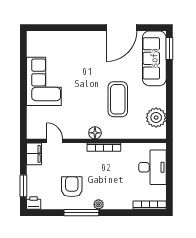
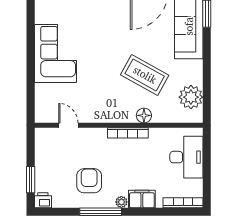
coffee table: (118, 99) -> (145, 75), turned -61
floor lamp: (95, 133) -> (144, 115), moved
filing cabinet: (34, 154) -> (142, 199), moved, turned -90

